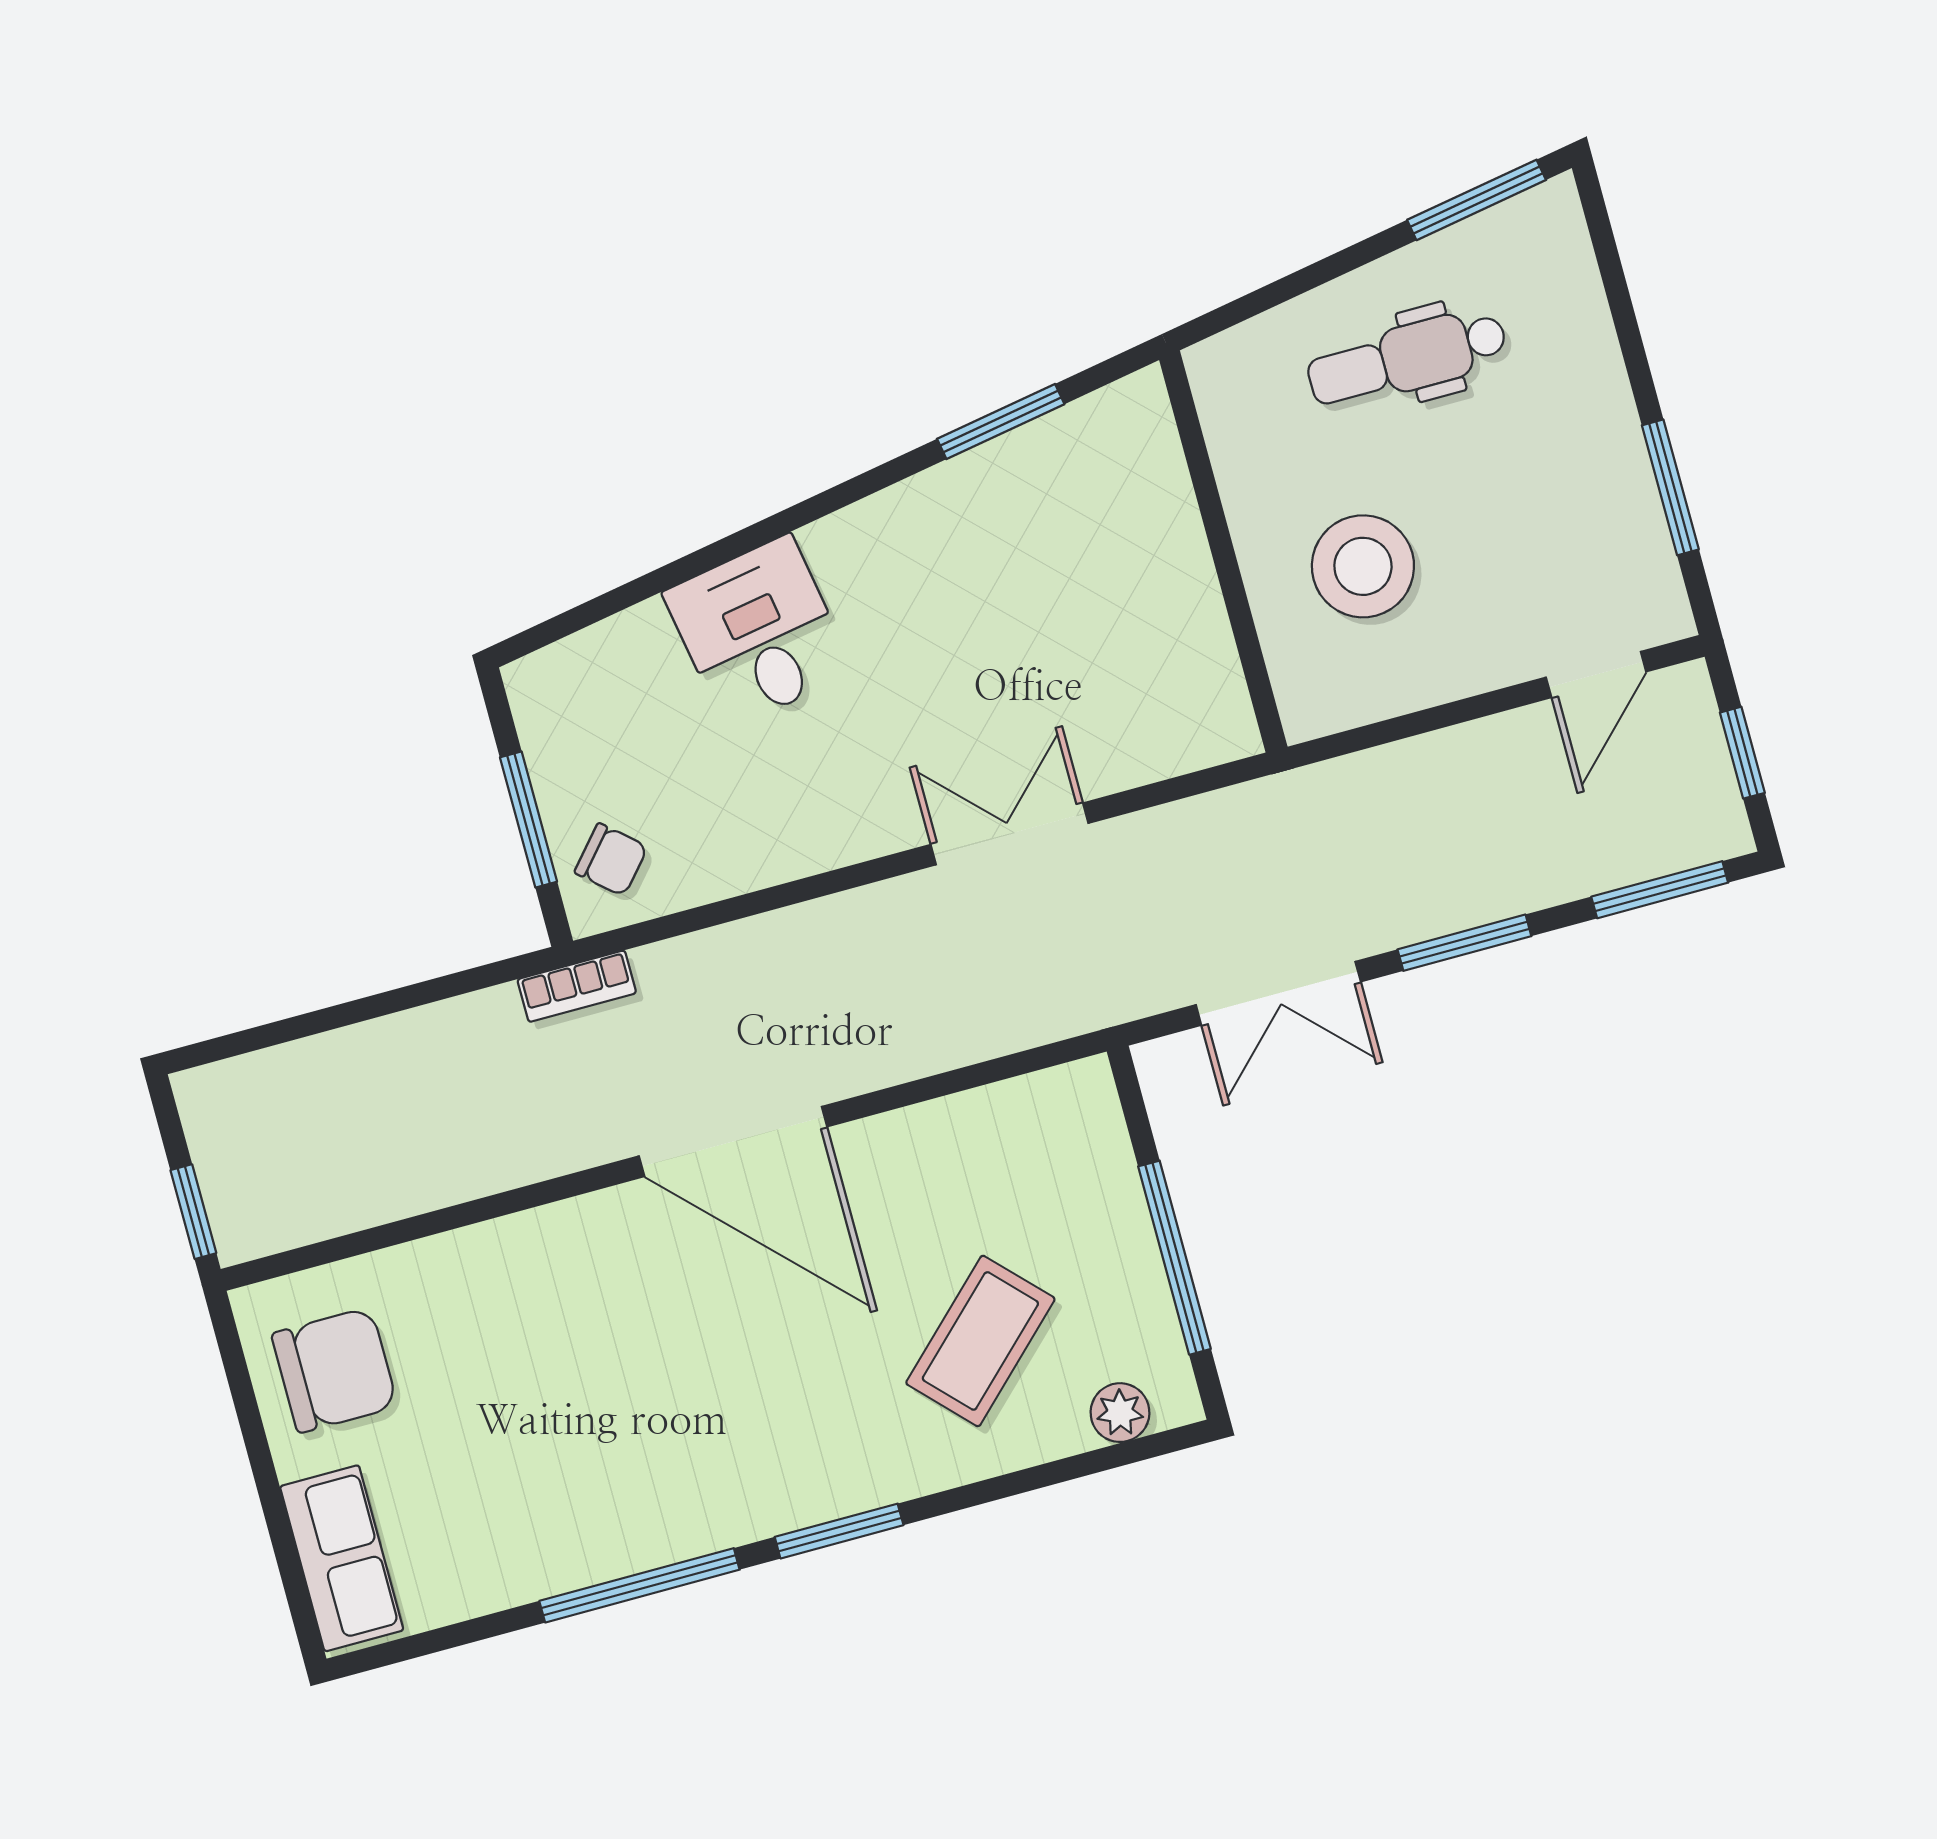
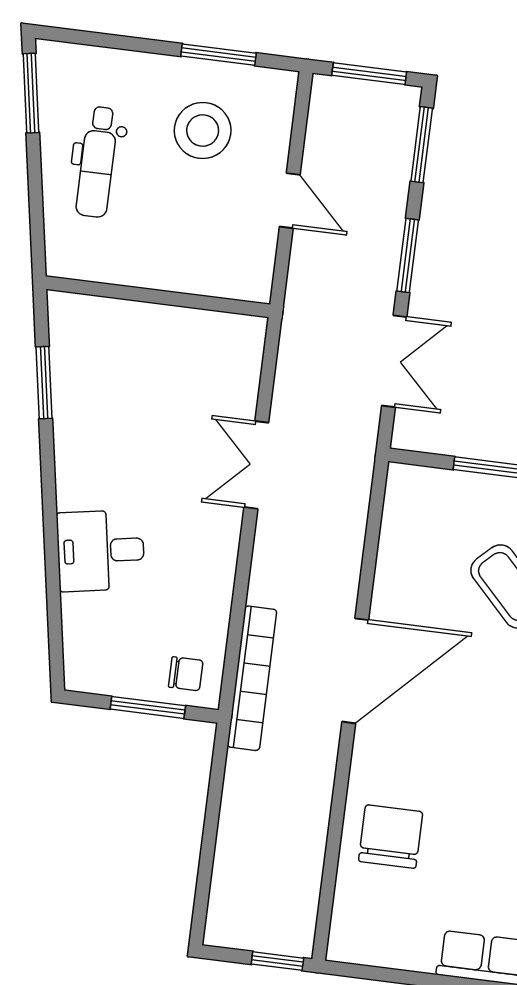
stool: (1363, 566) -> (203, 130), moved
door: (1596, 675) -> (290, 201), moved
window: (1742, 753) -> (369, 74), width x1.50
chair: (611, 860) -> (186, 674), turned 49
bookcase: (577, 986) -> (252, 678), width x2.31, depth x1.31
chair: (335, 1370) -> (391, 836), moved

